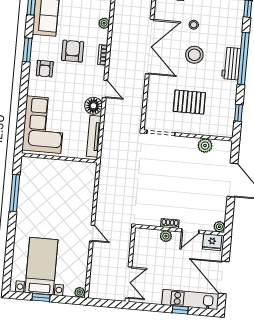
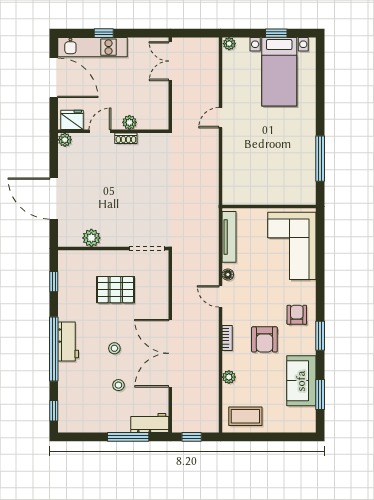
stool: (194, 55) -> (114, 348), width x0.53, depth x0.53
floor lamp: (93, 106) -> (228, 275), width x0.53, depth x0.53
door: (92, 233) -> (220, 118), hinge flipped

